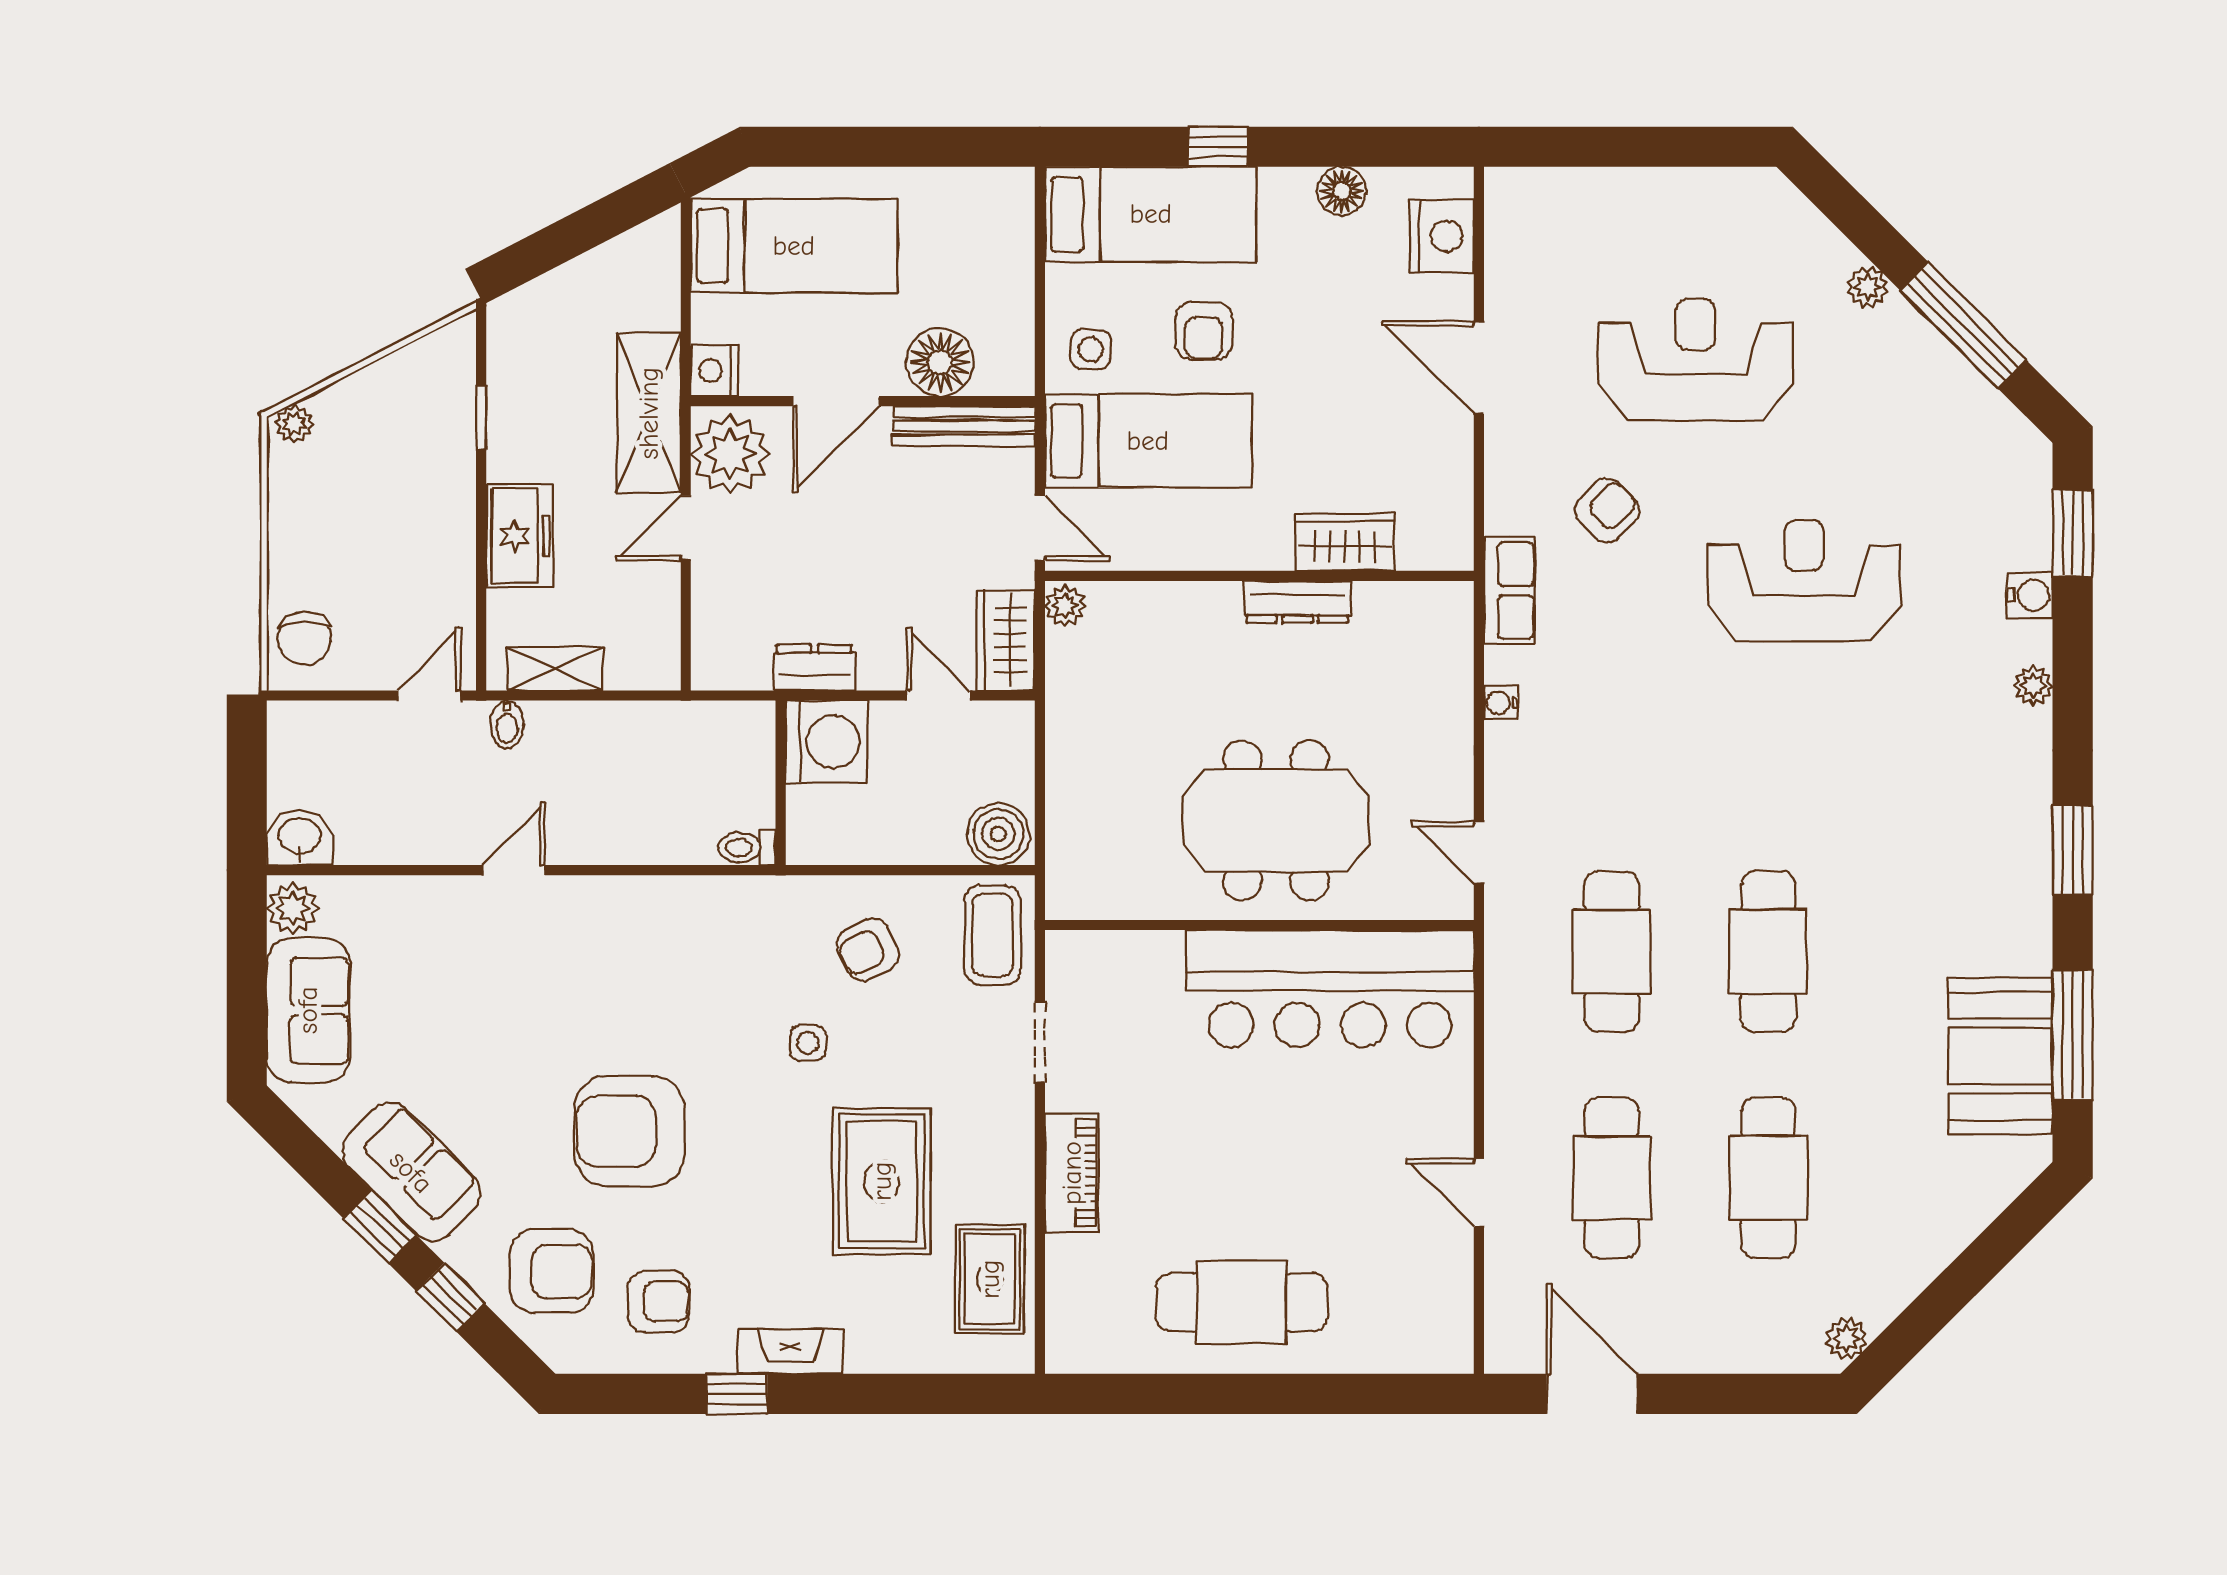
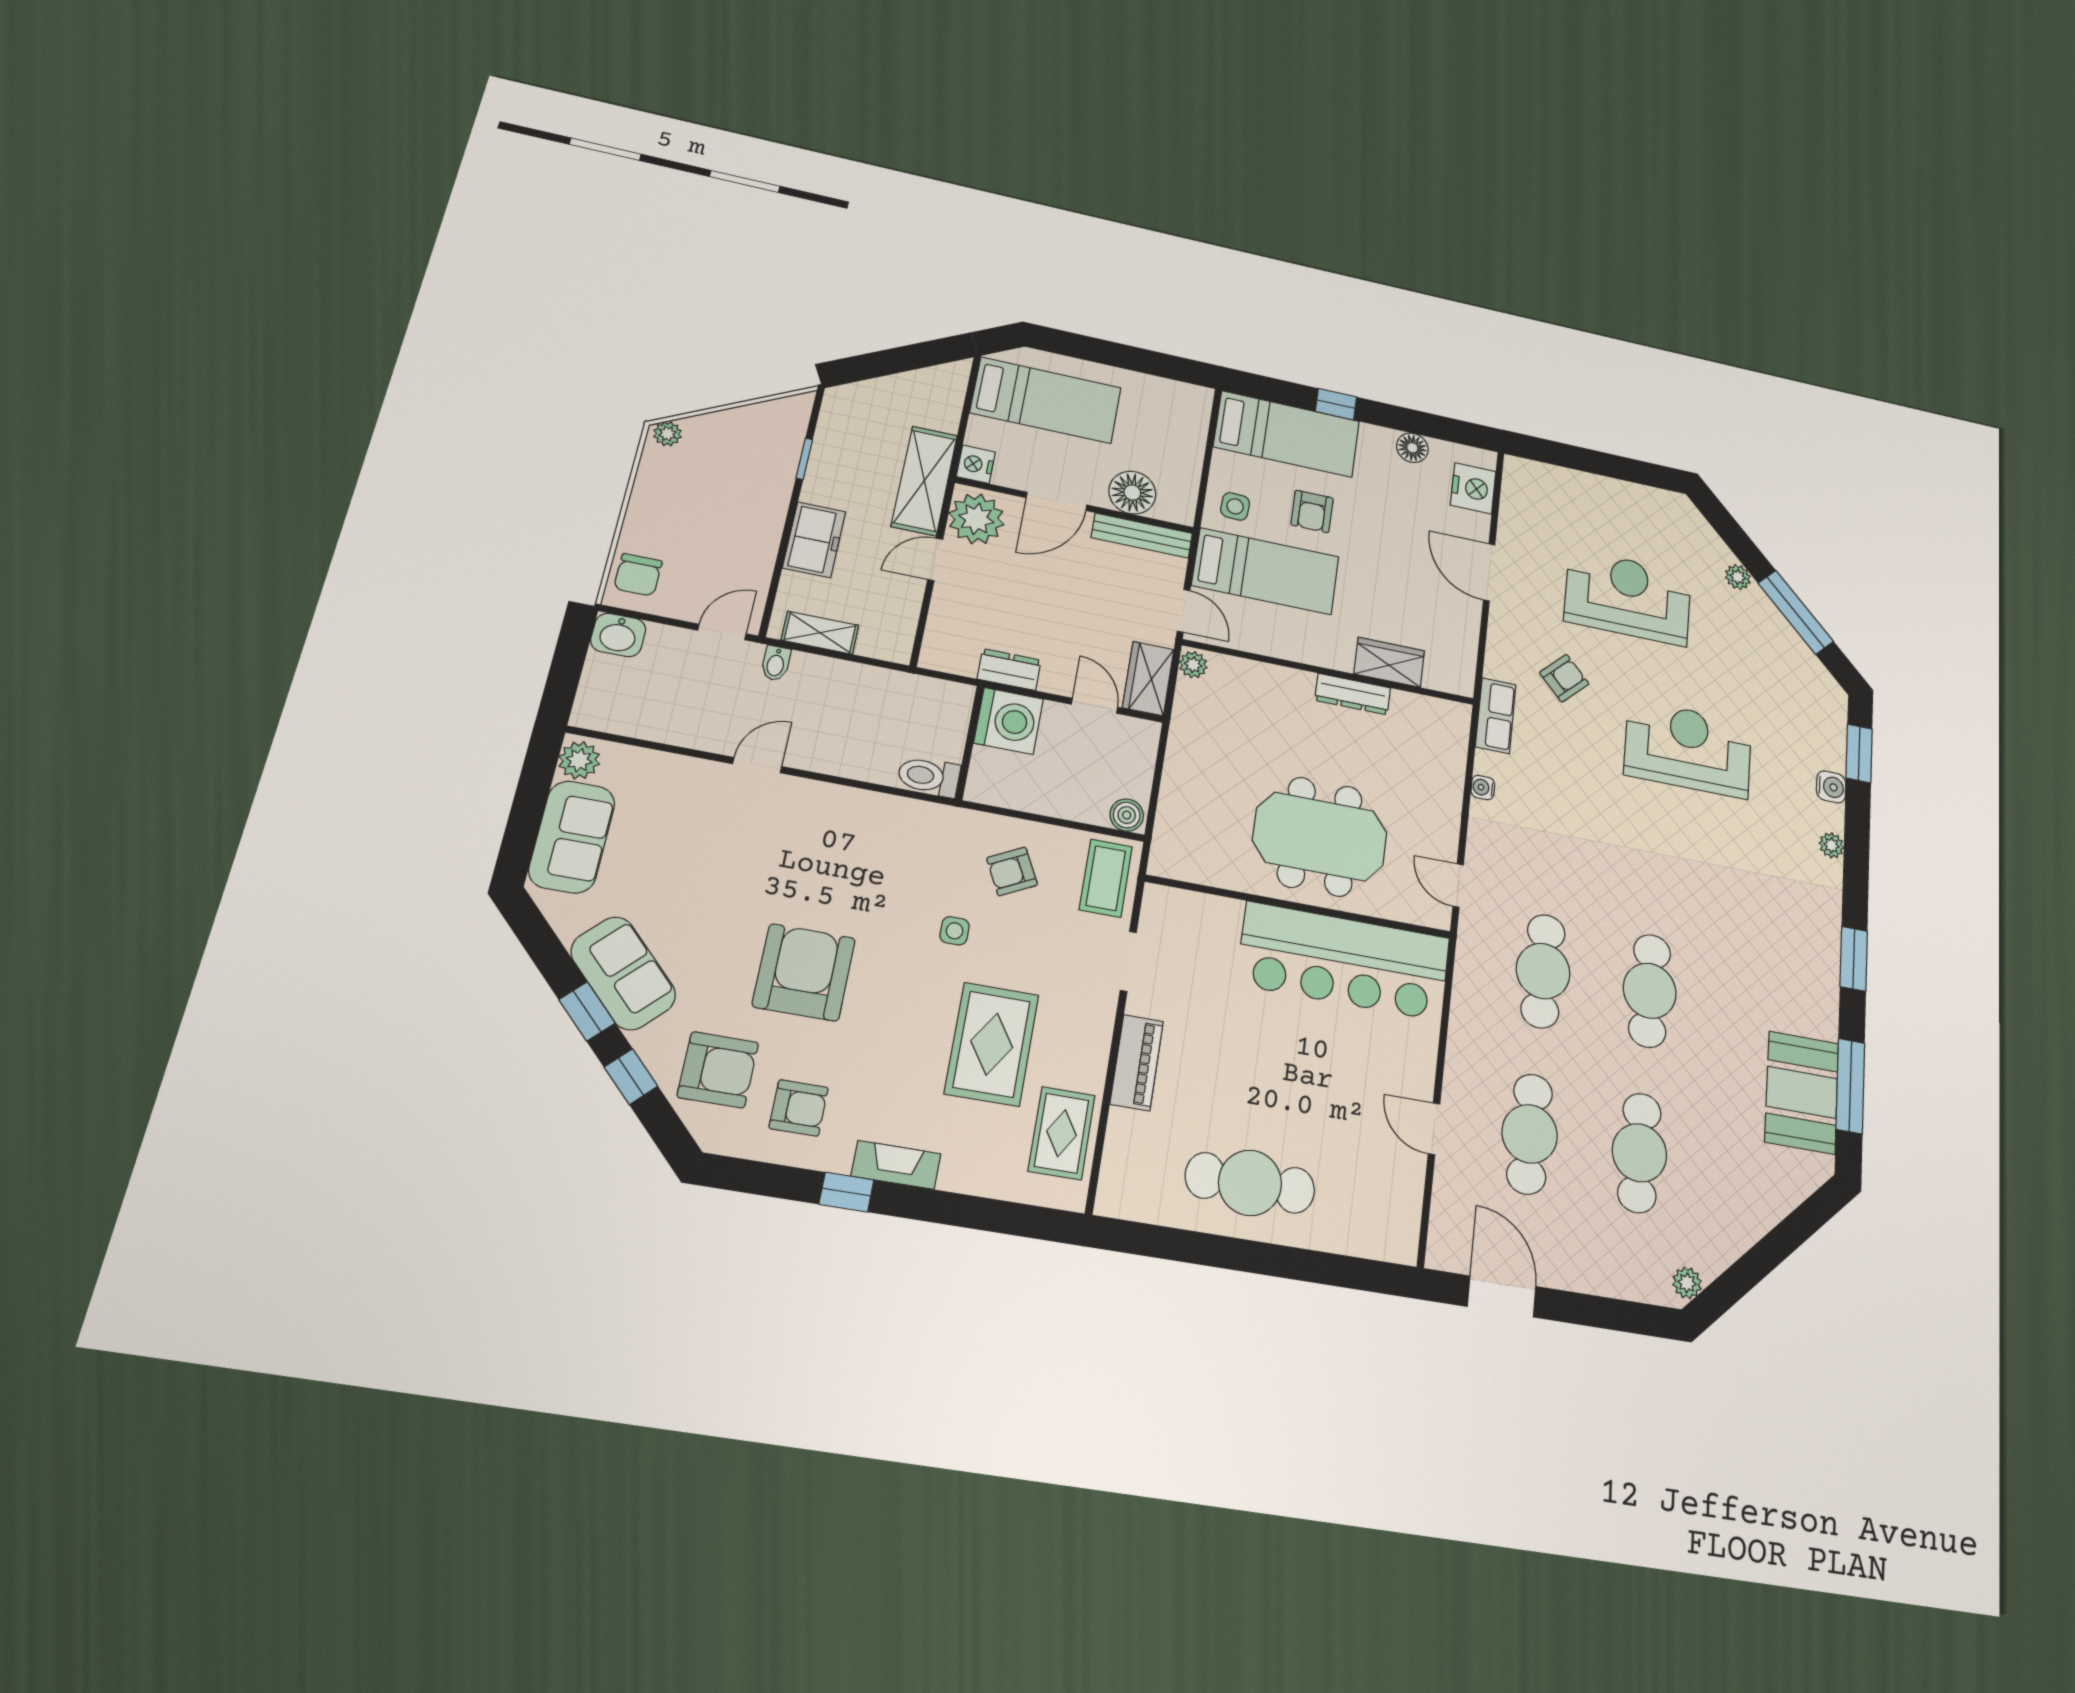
boiler: (998, 834) -> (1127, 815), width x0.73, depth x0.73
washbasin: (300, 837) -> (618, 635), moved, turned 180
toilet: (747, 848) -> (929, 776), width x1.37, depth x1.39
armchair: (630, 1131) -> (804, 972), turned 90

